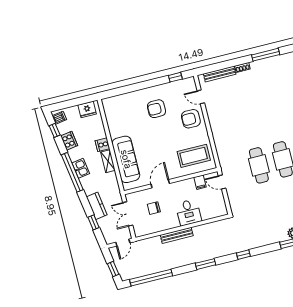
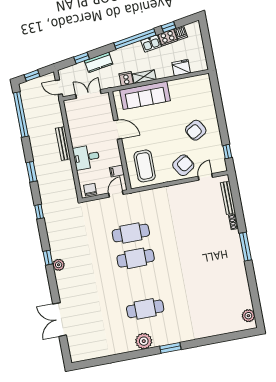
fridge: (87, 109) -> (181, 68), moved, turned 90
armchair: (156, 109) -> (196, 130), turned -120
dishwasher: (59, 118) -> (181, 33), moved
armchair: (191, 119) -> (183, 165), turned 58
window: (55, 130) -> (169, 27), moved
cooker: (103, 145) -> (126, 79), moved
kitchen sink: (81, 168) -> (151, 44), moved
chair: (154, 208) -> (90, 190), moved

